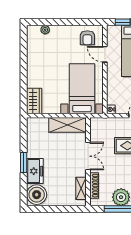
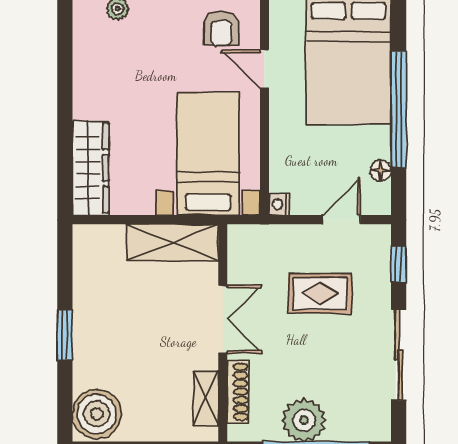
wardrobe: (34, 101) -> (91, 168), width x1.50
freezer: (35, 171) -> (92, 356), removed

